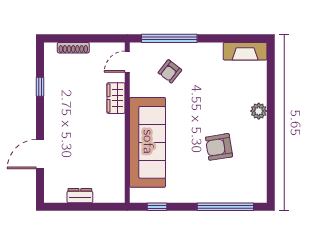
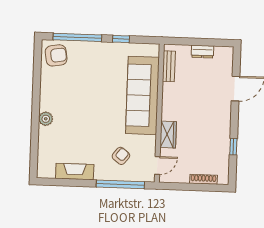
fireplace: (245, 51) -> (75, 172), moved
armchair: (219, 147) -> (56, 55), moved
bench: (118, 177) -> (169, 66), added
window: (157, 207) -> (121, 39), moved

